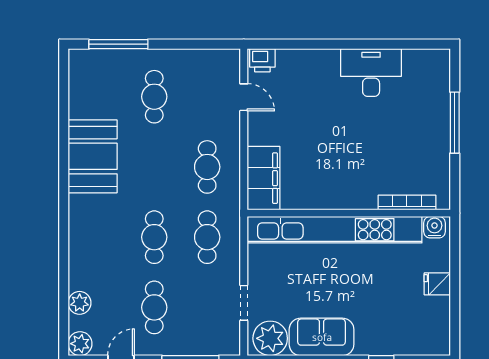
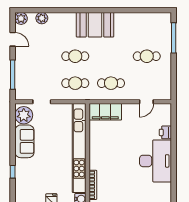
printer: (262, 60) -> (165, 132), moved
desk: (371, 72) -> (155, 161), width x1.36, depth x1.30
booth: (93, 156) -> (95, 25), moved
cafe table: (154, 307) -> (39, 56), removed

